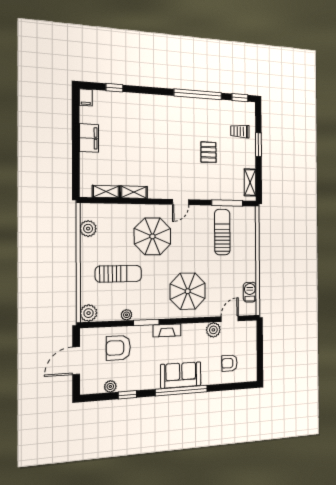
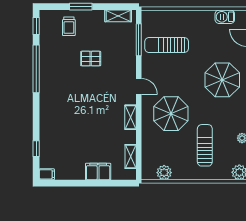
filing cabinet: (89, 138) -> (98, 172), moved
shelving: (134, 192) -> (131, 117), moved

